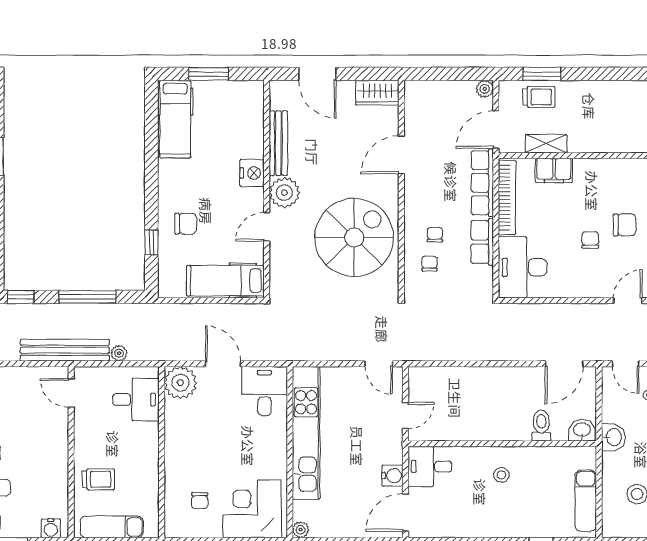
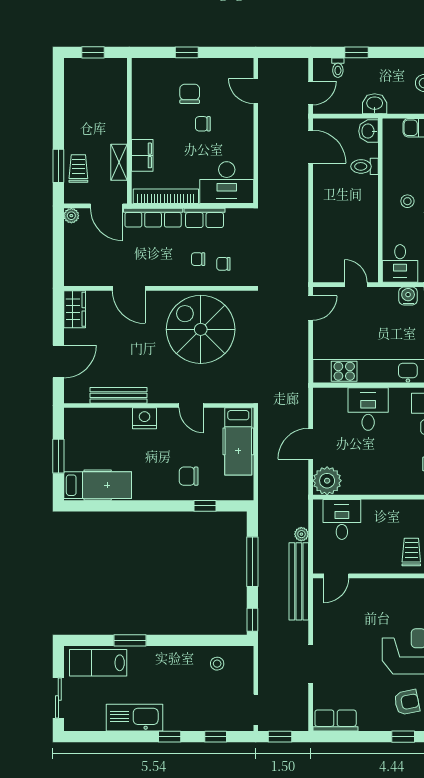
plant: (284, 193) -> (162, 390), removed
chair: (186, 224) -> (189, 476), turned -90
desk: (264, 391) -> (368, 409), moved, turned 90

